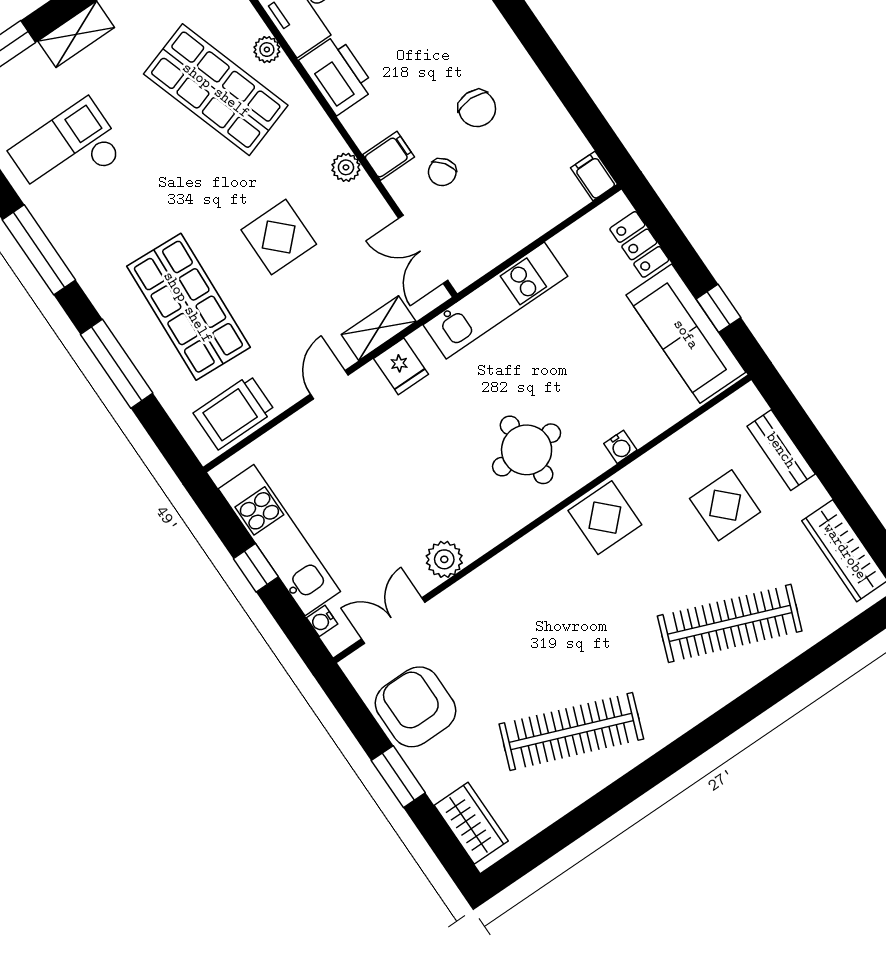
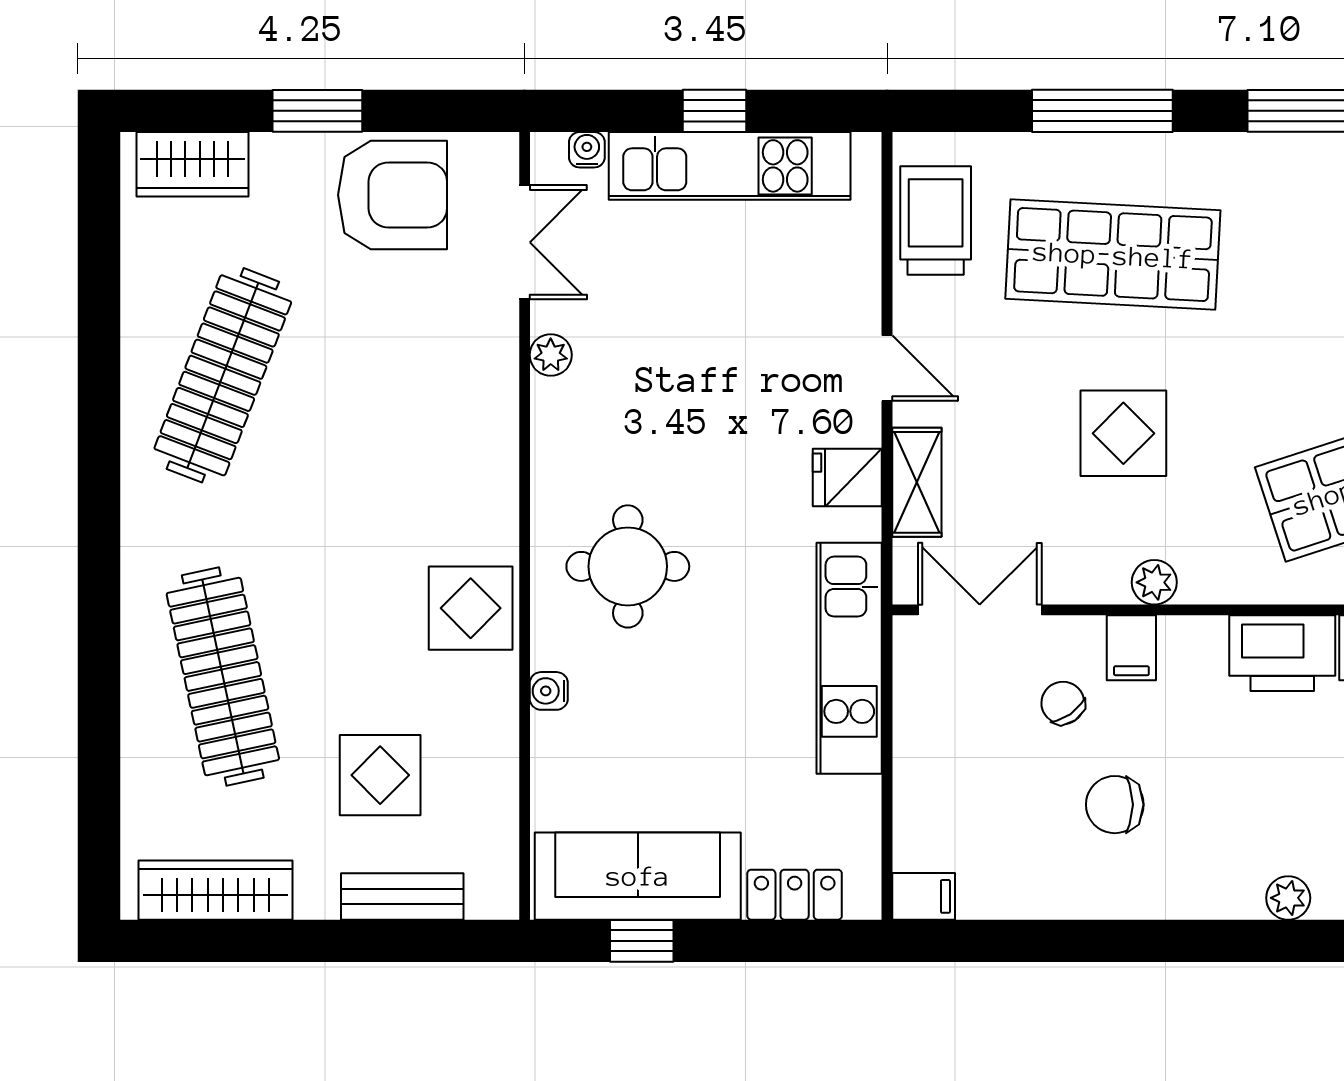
plant: (444, 559) -> (551, 355), width x0.73, depth x0.73
clothes rail: (730, 623) -> (223, 676), turned -33

